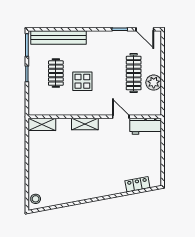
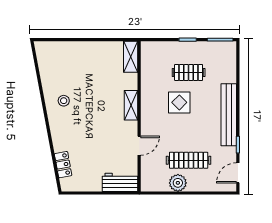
bench: (59, 37) -> (229, 115), moved
workbench: (146, 126) -> (120, 182), moved, turned 90
stool: (36, 199) -> (64, 101), moved

